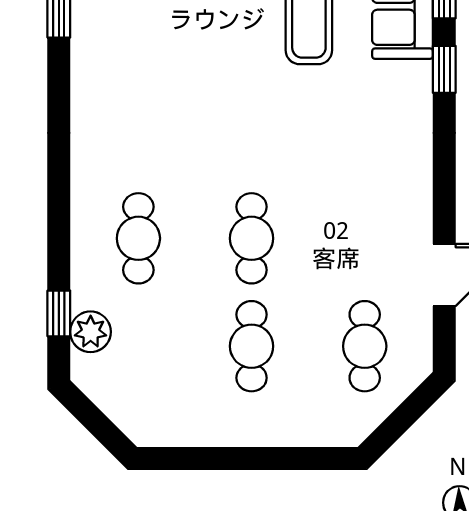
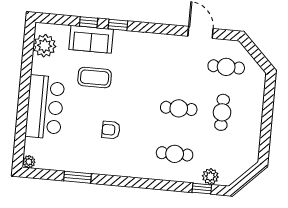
armchair: (183, 76) -> (111, 130), added
cafe table: (252, 346) -> (222, 112), turned 90

